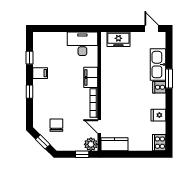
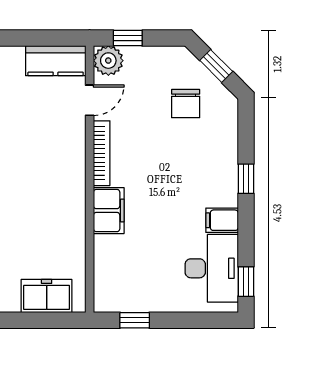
window: (79, 29) -> (135, 320), added
desk: (82, 44) -> (212, 268), moved, turned -90
window: (30, 58) -> (246, 282), moved
door: (99, 127) -> (90, 100), hinge flipped

